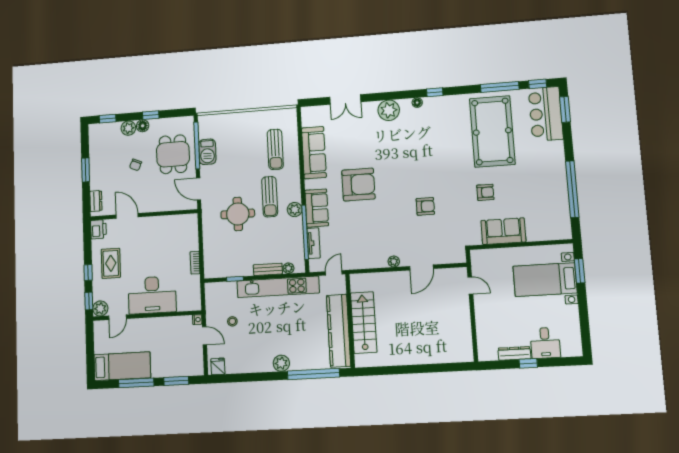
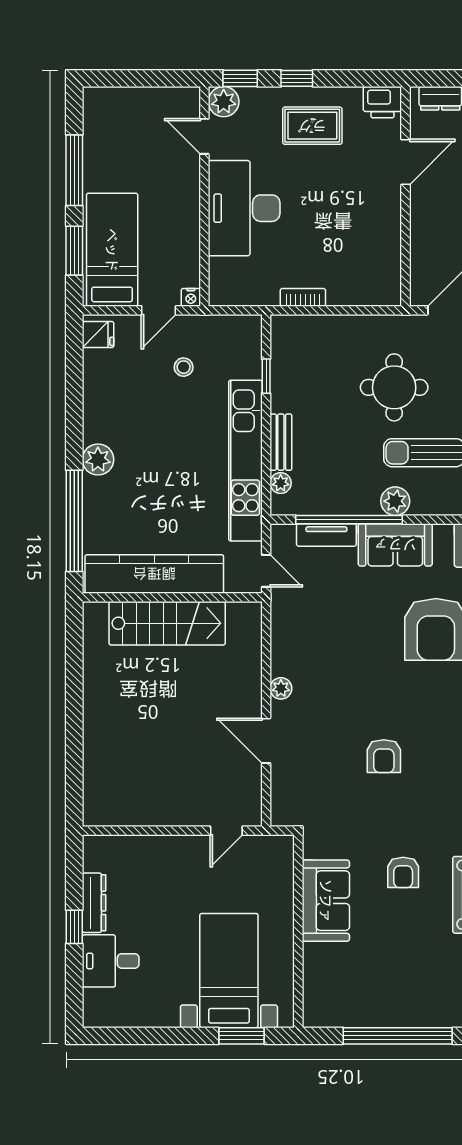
bed: (122, 366) -> (112, 250), moved, turned 180

